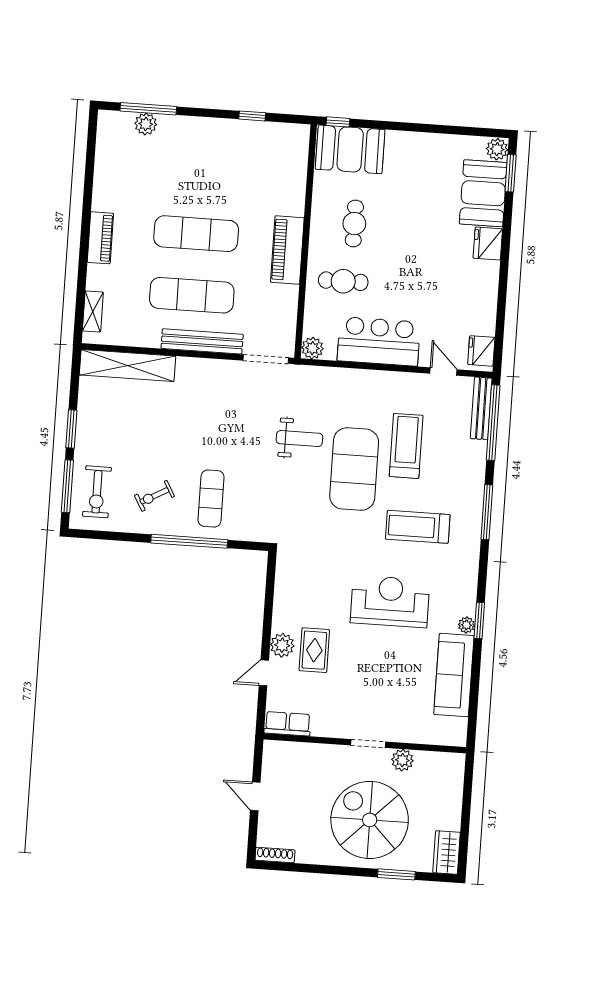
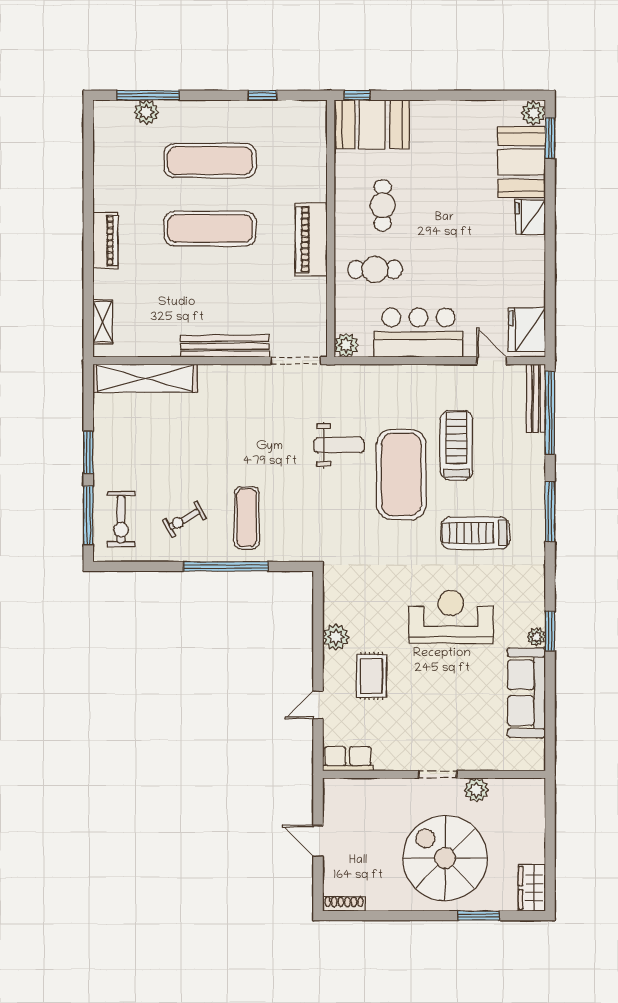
exercise mat: (192, 295) -> (210, 161), moved
fridge: (481, 351) -> (527, 329), width x1.36, depth x1.34
plant: (282, 645) -> (336, 637), moved

